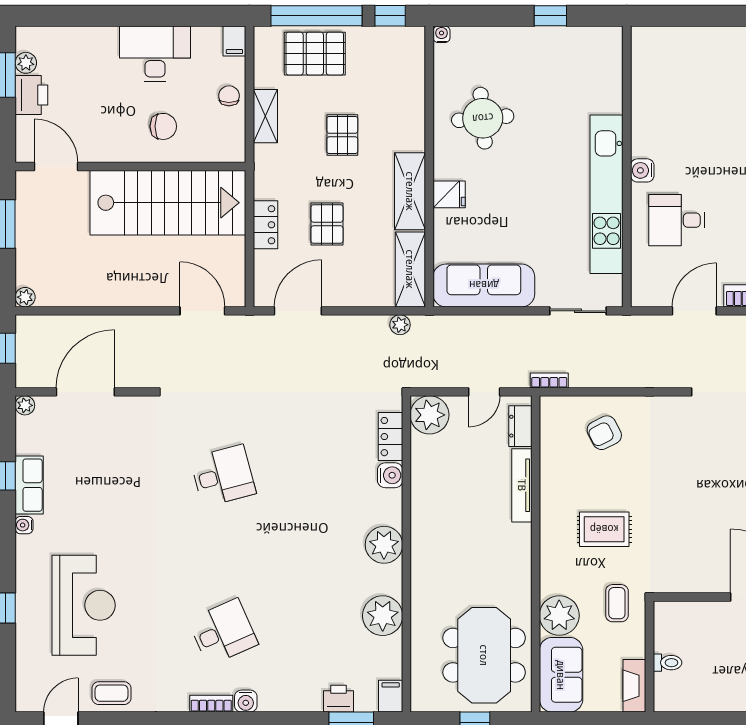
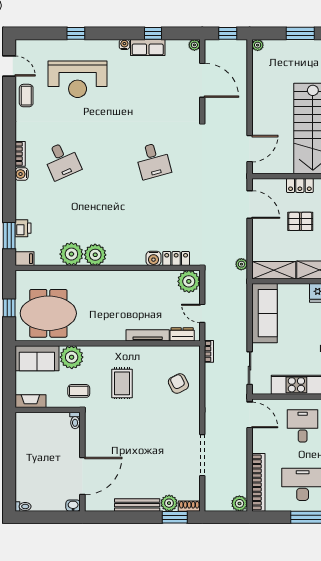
door: (694, 311) -> (250, 415), moved
plant: (384, 545) -> (95, 255), moved
toilet: (668, 663) -> (75, 420), moved

